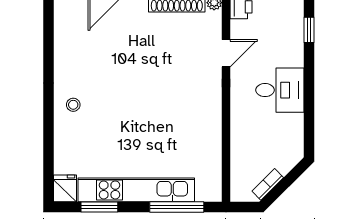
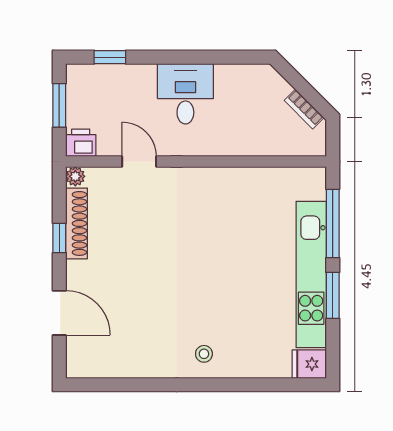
window: (99, 207) -> (333, 295), moved

